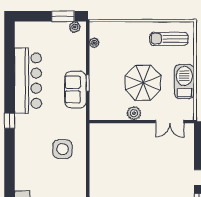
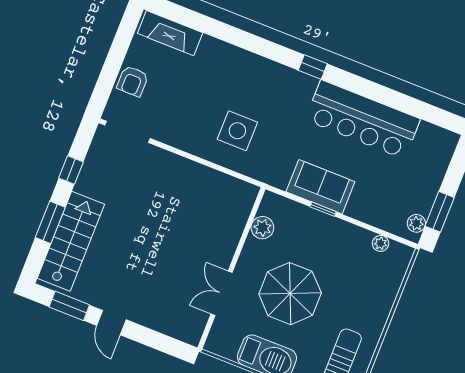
plant: (134, 113) -> (262, 228), moved
double door: (170, 122) -> (222, 293), moved

